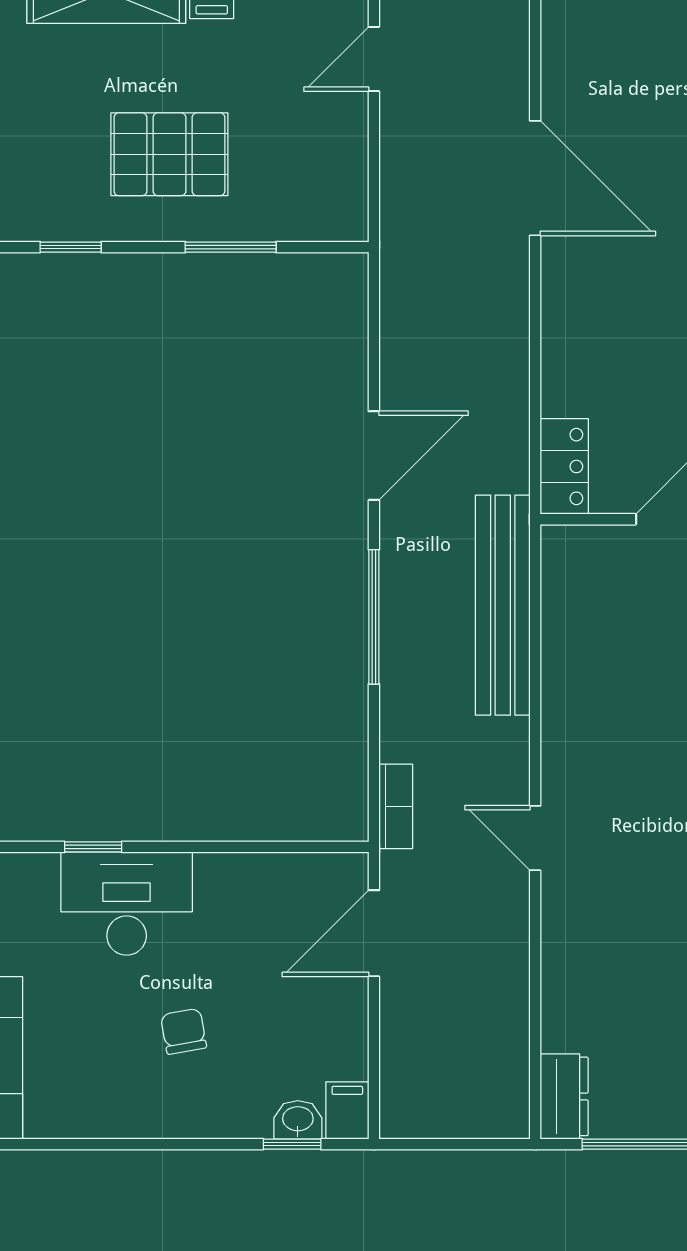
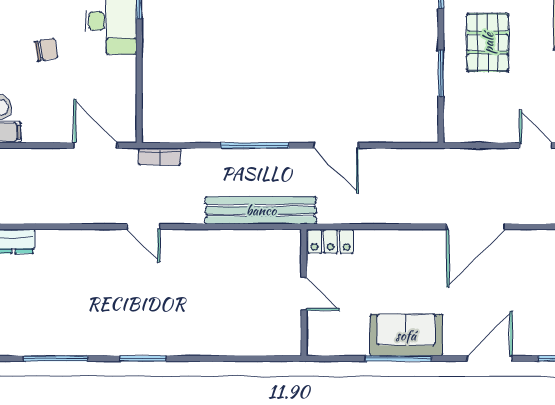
door: (535, 838) -> (144, 227), swing flipped

